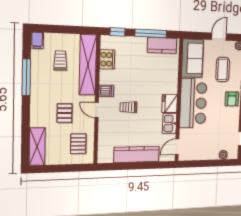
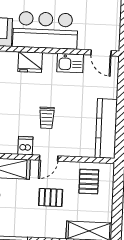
fridge: (170, 103) -> (30, 62), moved
pallet: (78, 144) -> (89, 182), turned 90
kitchen counter: (137, 154) -> (106, 129), moved

